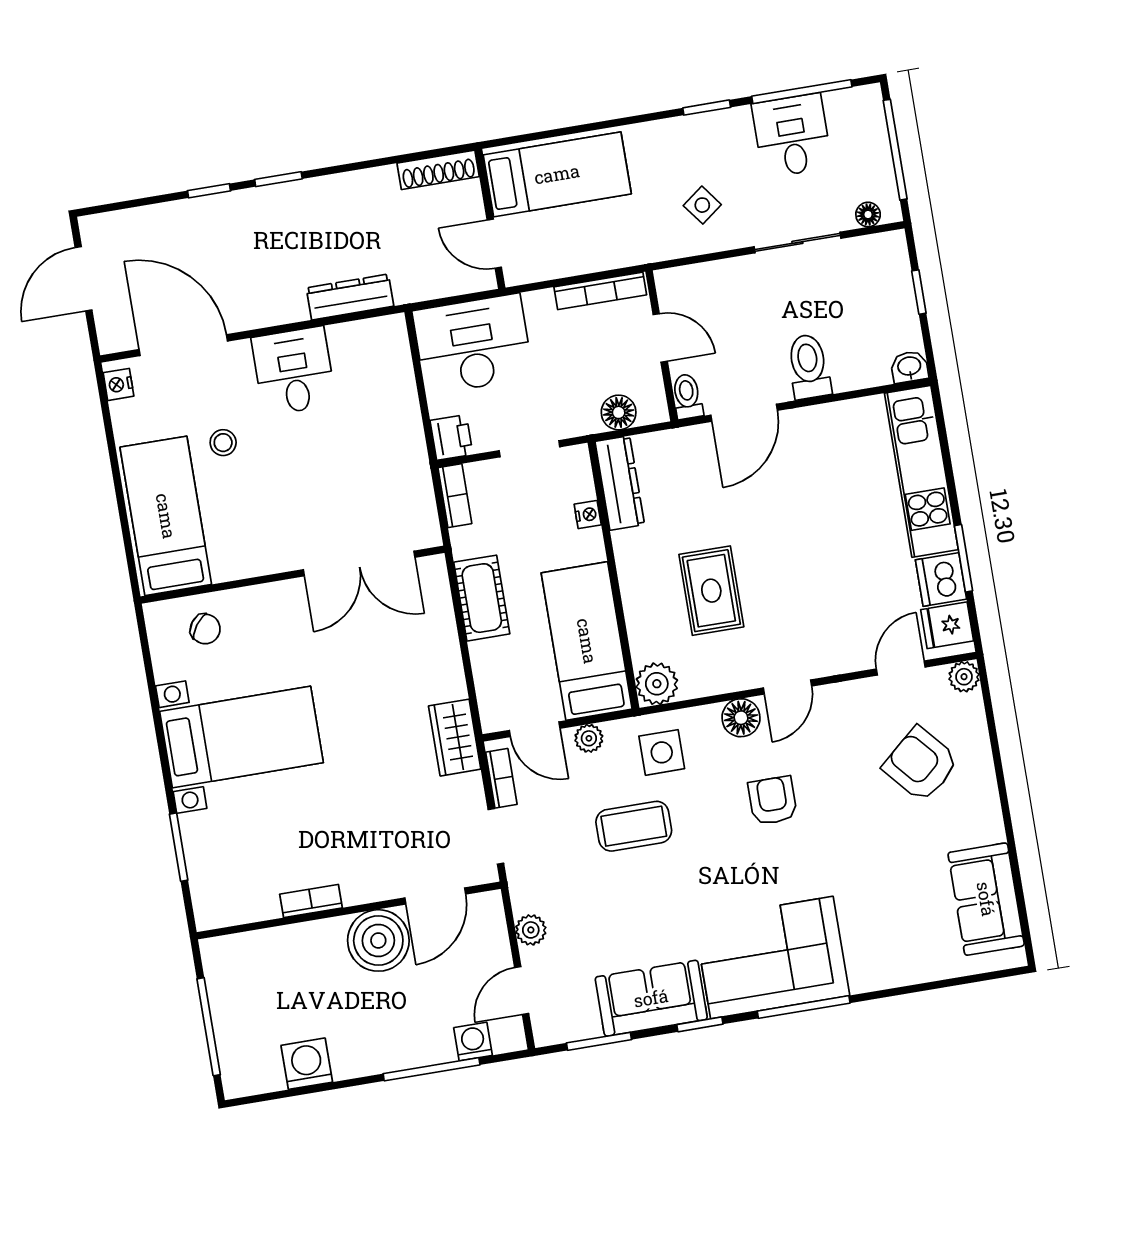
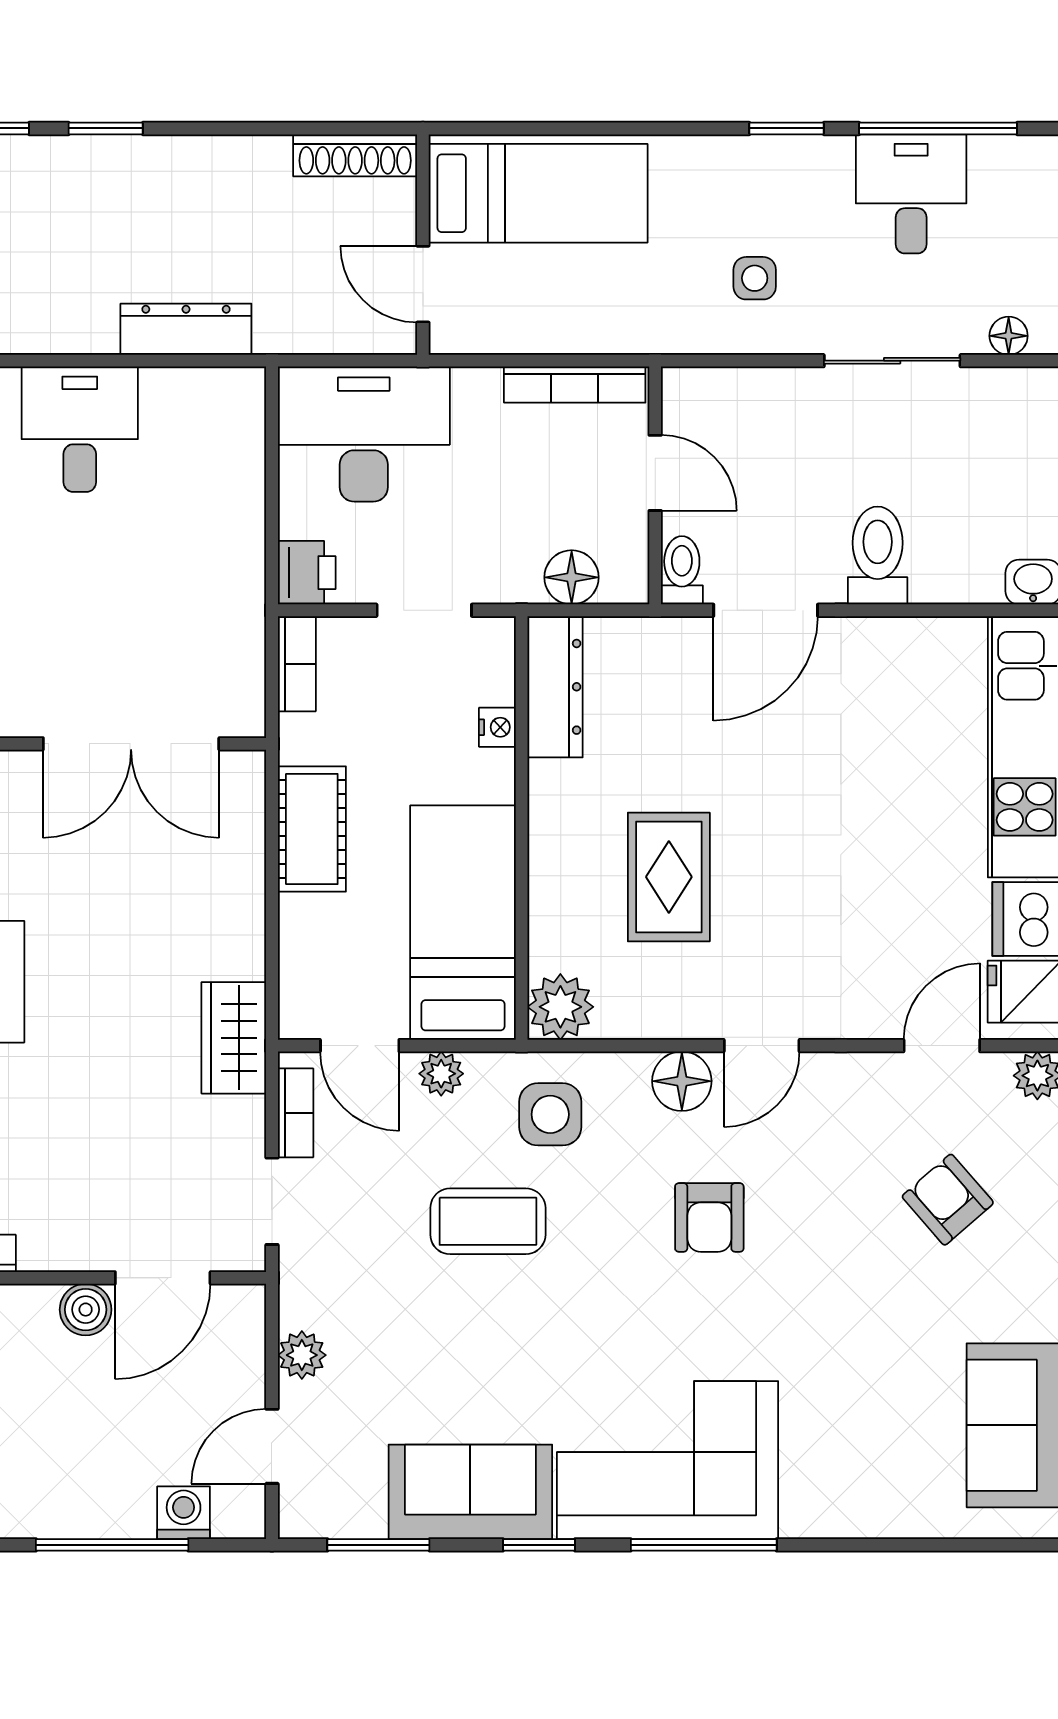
side table: (702, 205) -> (755, 278), turned 37
armchair: (921, 764) -> (948, 1200), width x0.72, depth x0.72
armchair: (773, 801) -> (709, 1217), turned 180
boiler: (378, 940) -> (86, 1310), width x0.54, depth x0.54

